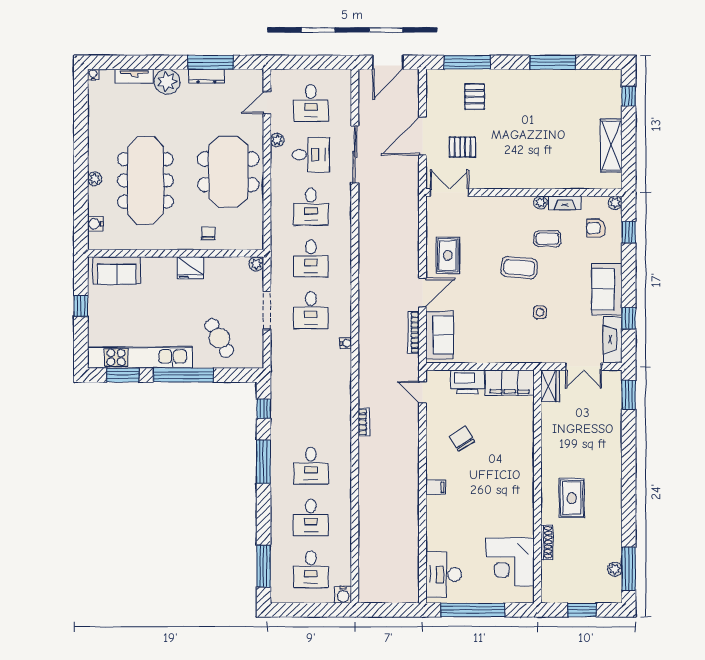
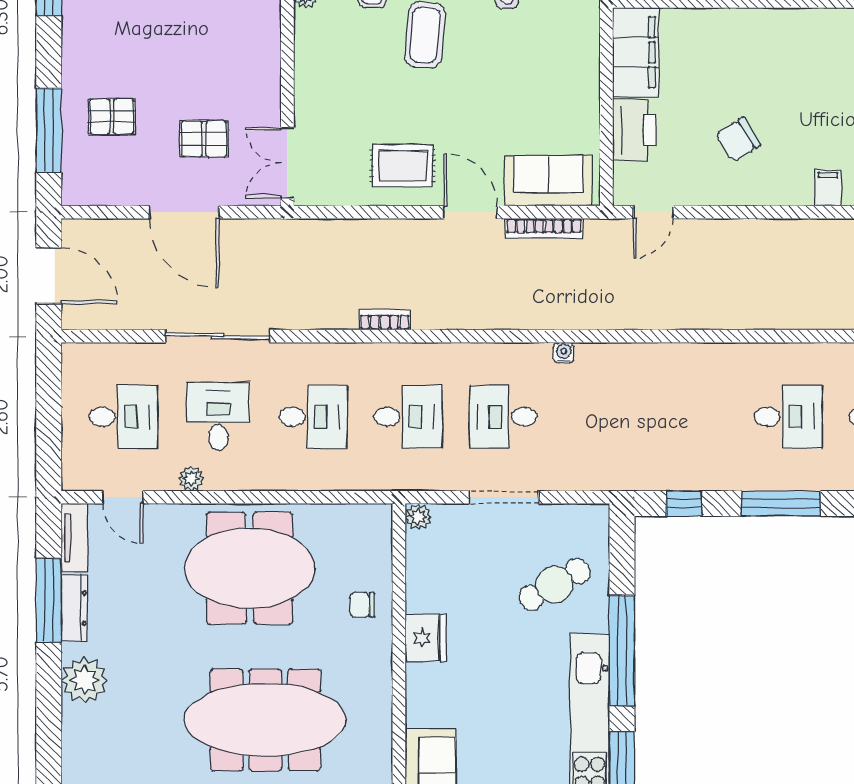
tv unit: (134, 76) -> (74, 538), moved
pallet: (462, 147) -> (204, 139), turned 90
desk: (311, 310) -> (503, 417), turned 180
bookcase: (364, 422) -> (385, 320), moved

